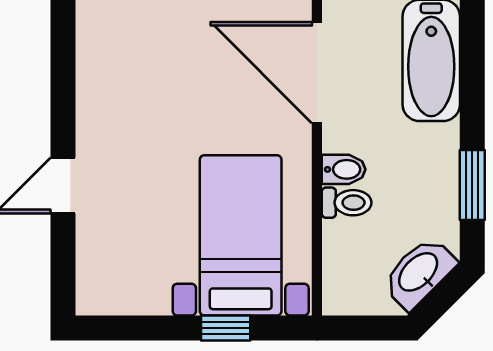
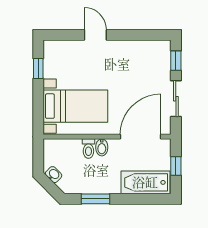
washbasin: (419, 273) -> (54, 175), width x0.52, depth x0.69
window: (226, 328) -> (38, 69), moved

